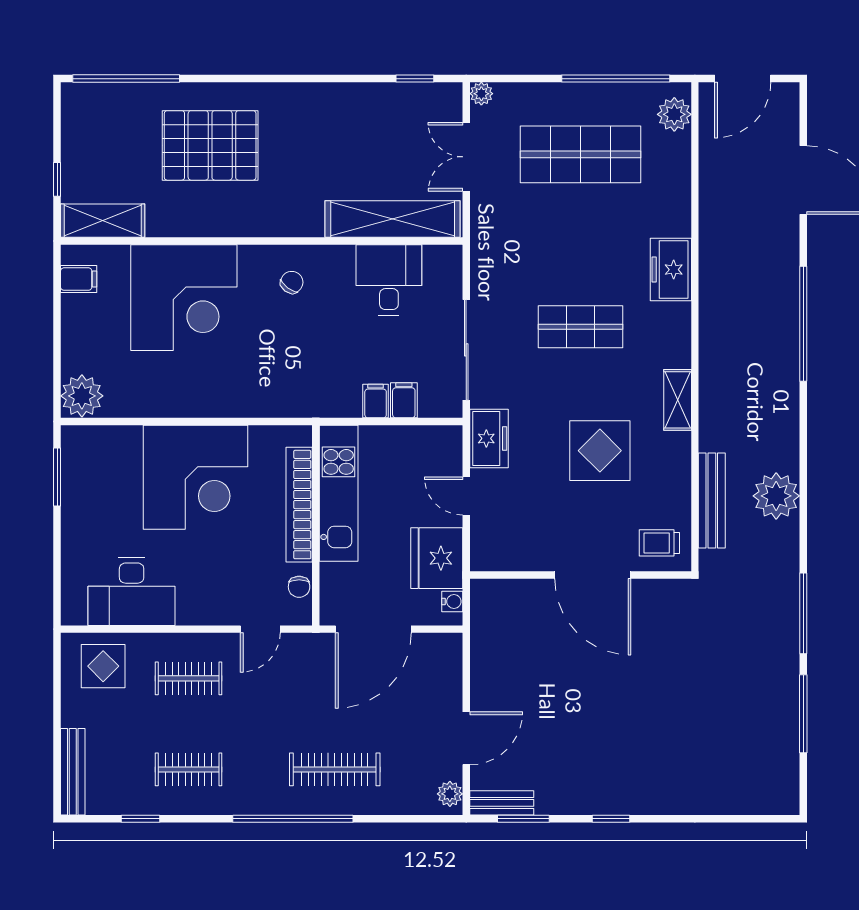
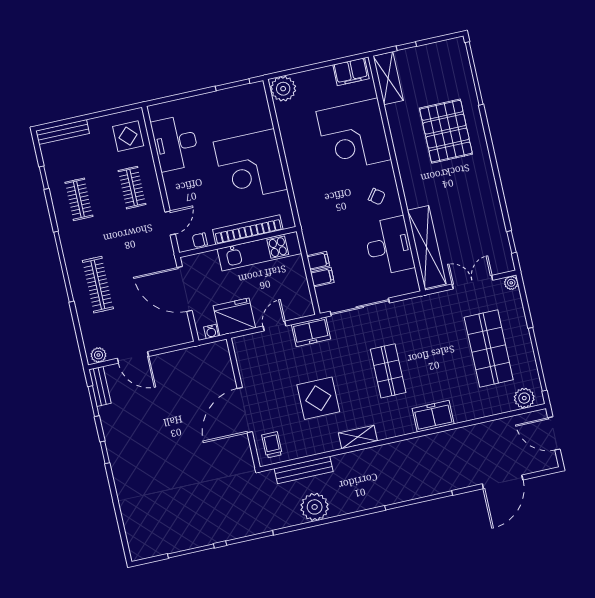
filing cabinet: (79, 279) -> (351, 72), width x2.00
desk: (389, 280) -> (389, 246), width x1.37
door: (260, 629) -> (170, 223), swing flipped

